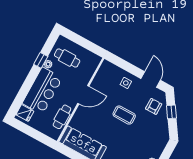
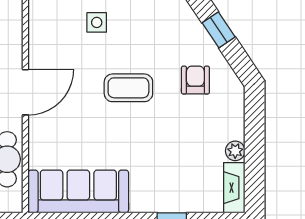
armchair: (154, 106) -> (195, 80), moved

